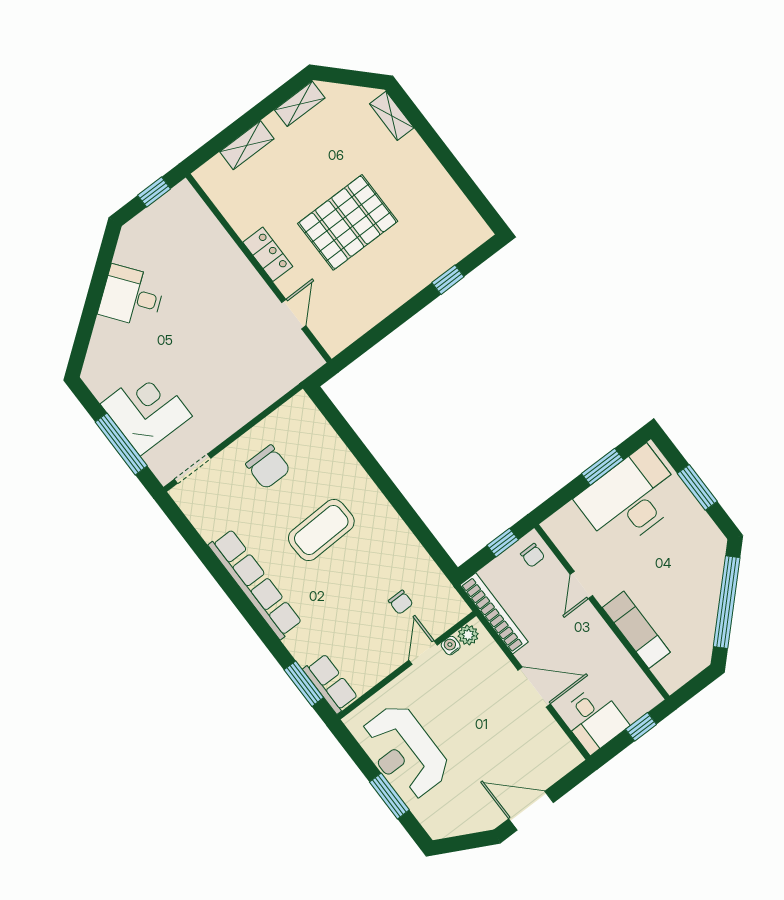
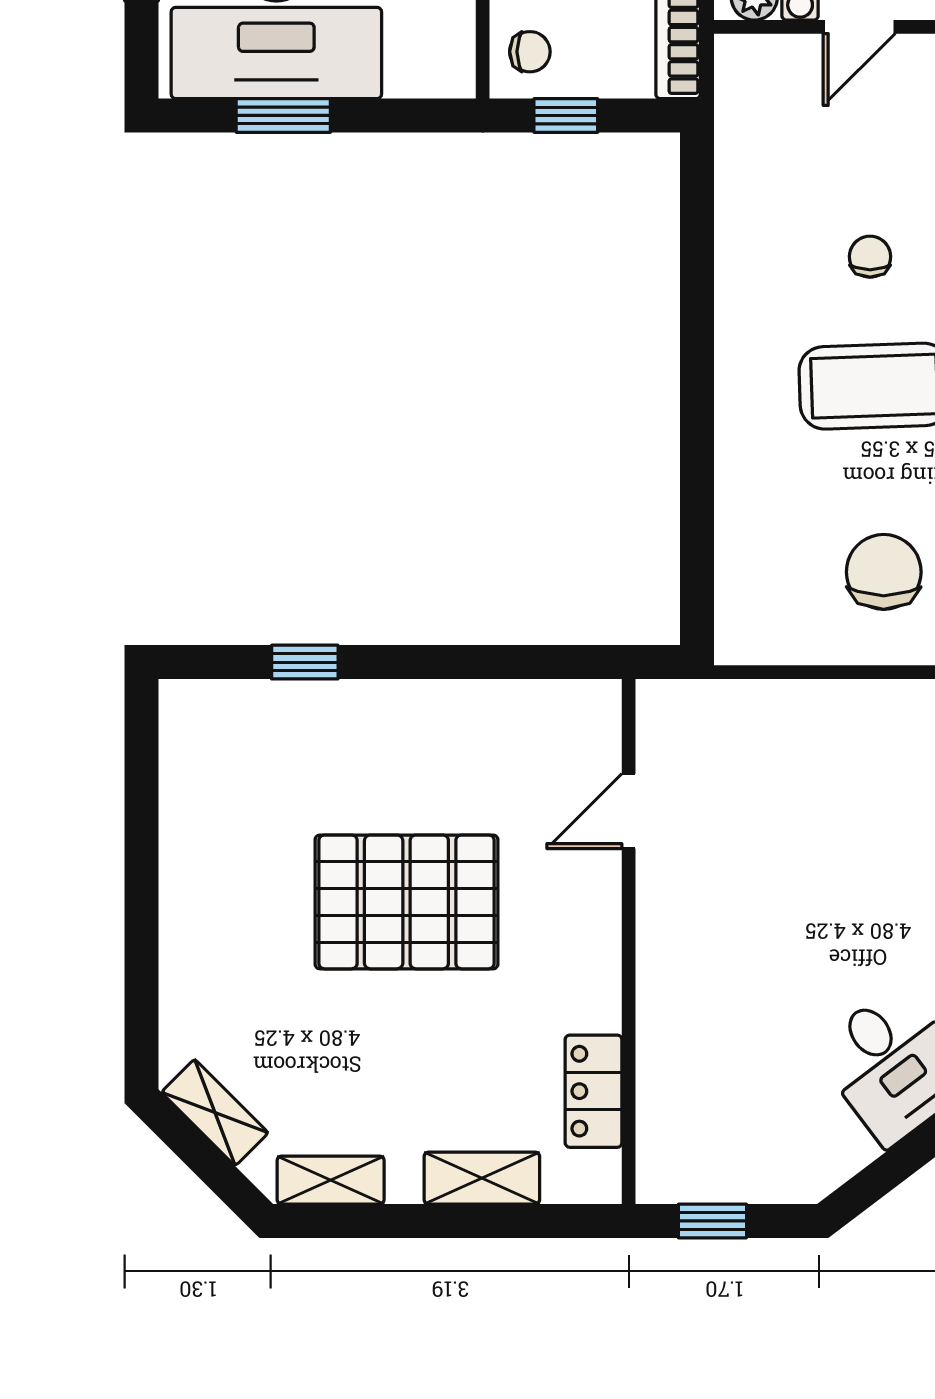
shelving: (392, 116) -> (215, 1112), moved, turned -45
locker: (268, 254) -> (594, 1091), moved
chair: (533, 555) -> (530, 52), turned 90
chair: (401, 602) -> (870, 257), moved

